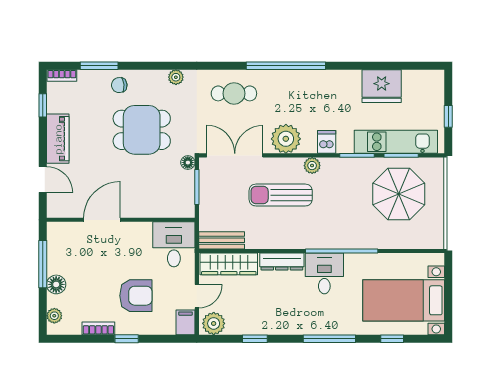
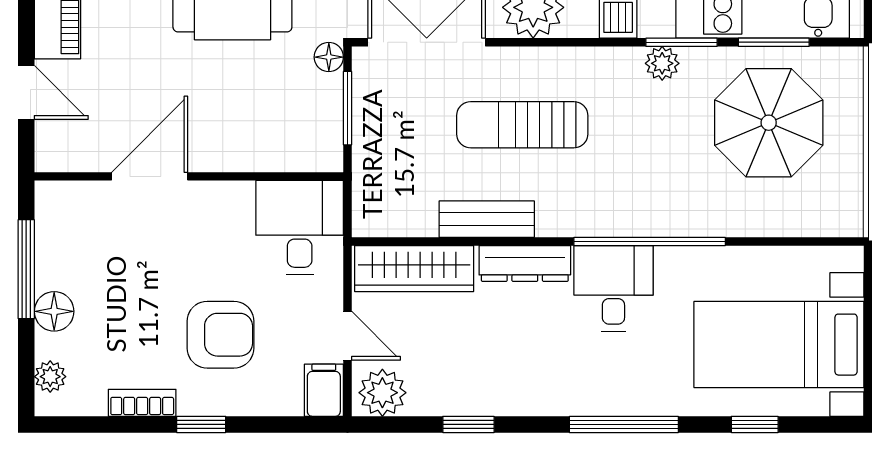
plant: (312, 166) -> (662, 63), moved
bench: (222, 240) -> (487, 219), moved
door: (197, 296) -> (347, 336), hinge flipped

